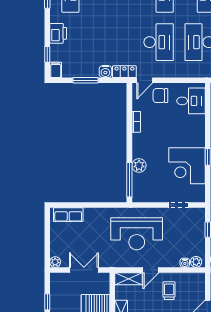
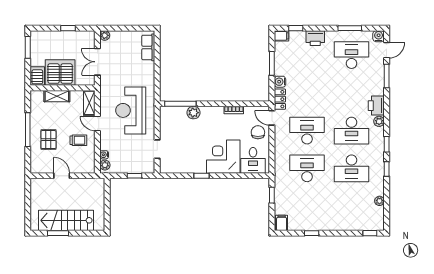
desk: (159, 42) -> (307, 131), turned 180
corner desk: (187, 166) -> (223, 157), moved
double door: (84, 270) -> (97, 62), swing flipped

